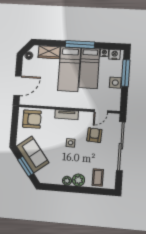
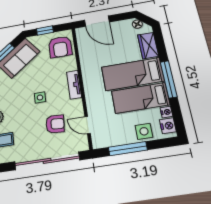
window: (126, 73) -> (128, 149), moved
side table: (115, 83) -> (144, 131), moved
window: (14, 129) -> (45, 31), added

